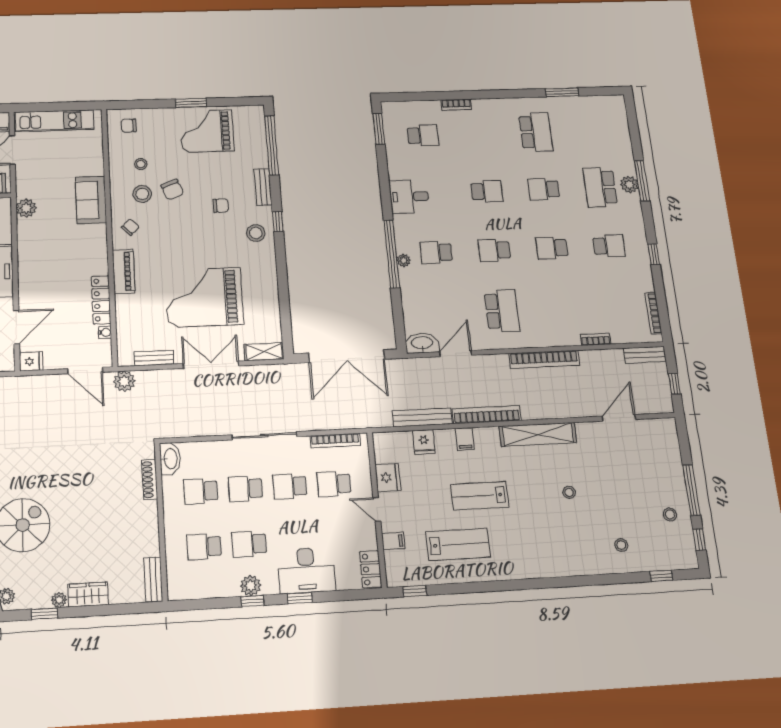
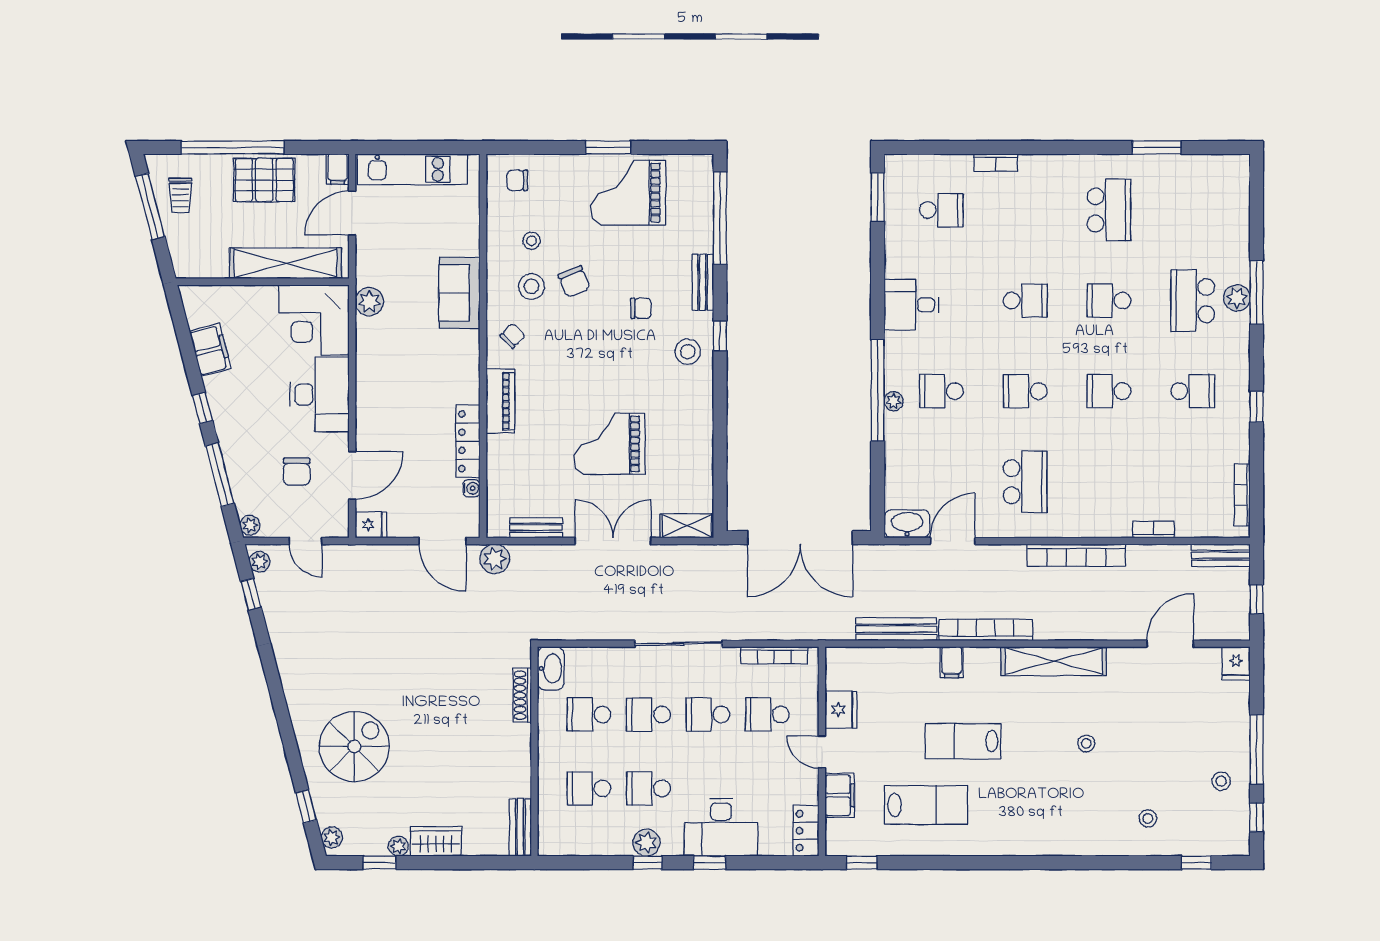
grand piano: (204, 297) -> (609, 444), width x0.73, depth x0.68
fridge: (424, 442) -> (1236, 663), moved
filing cabinet: (393, 541) -> (840, 795), width x2.00

